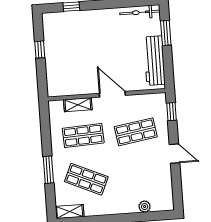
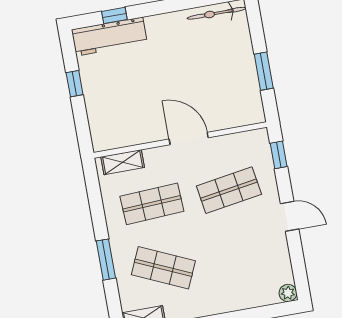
window: (166, 33) -> (264, 71), moved
workbench: (154, 61) -> (109, 37), moved, turned -90
shelving: (78, 105) -> (123, 162), moved
plant: (145, 207) -> (288, 293), moved

